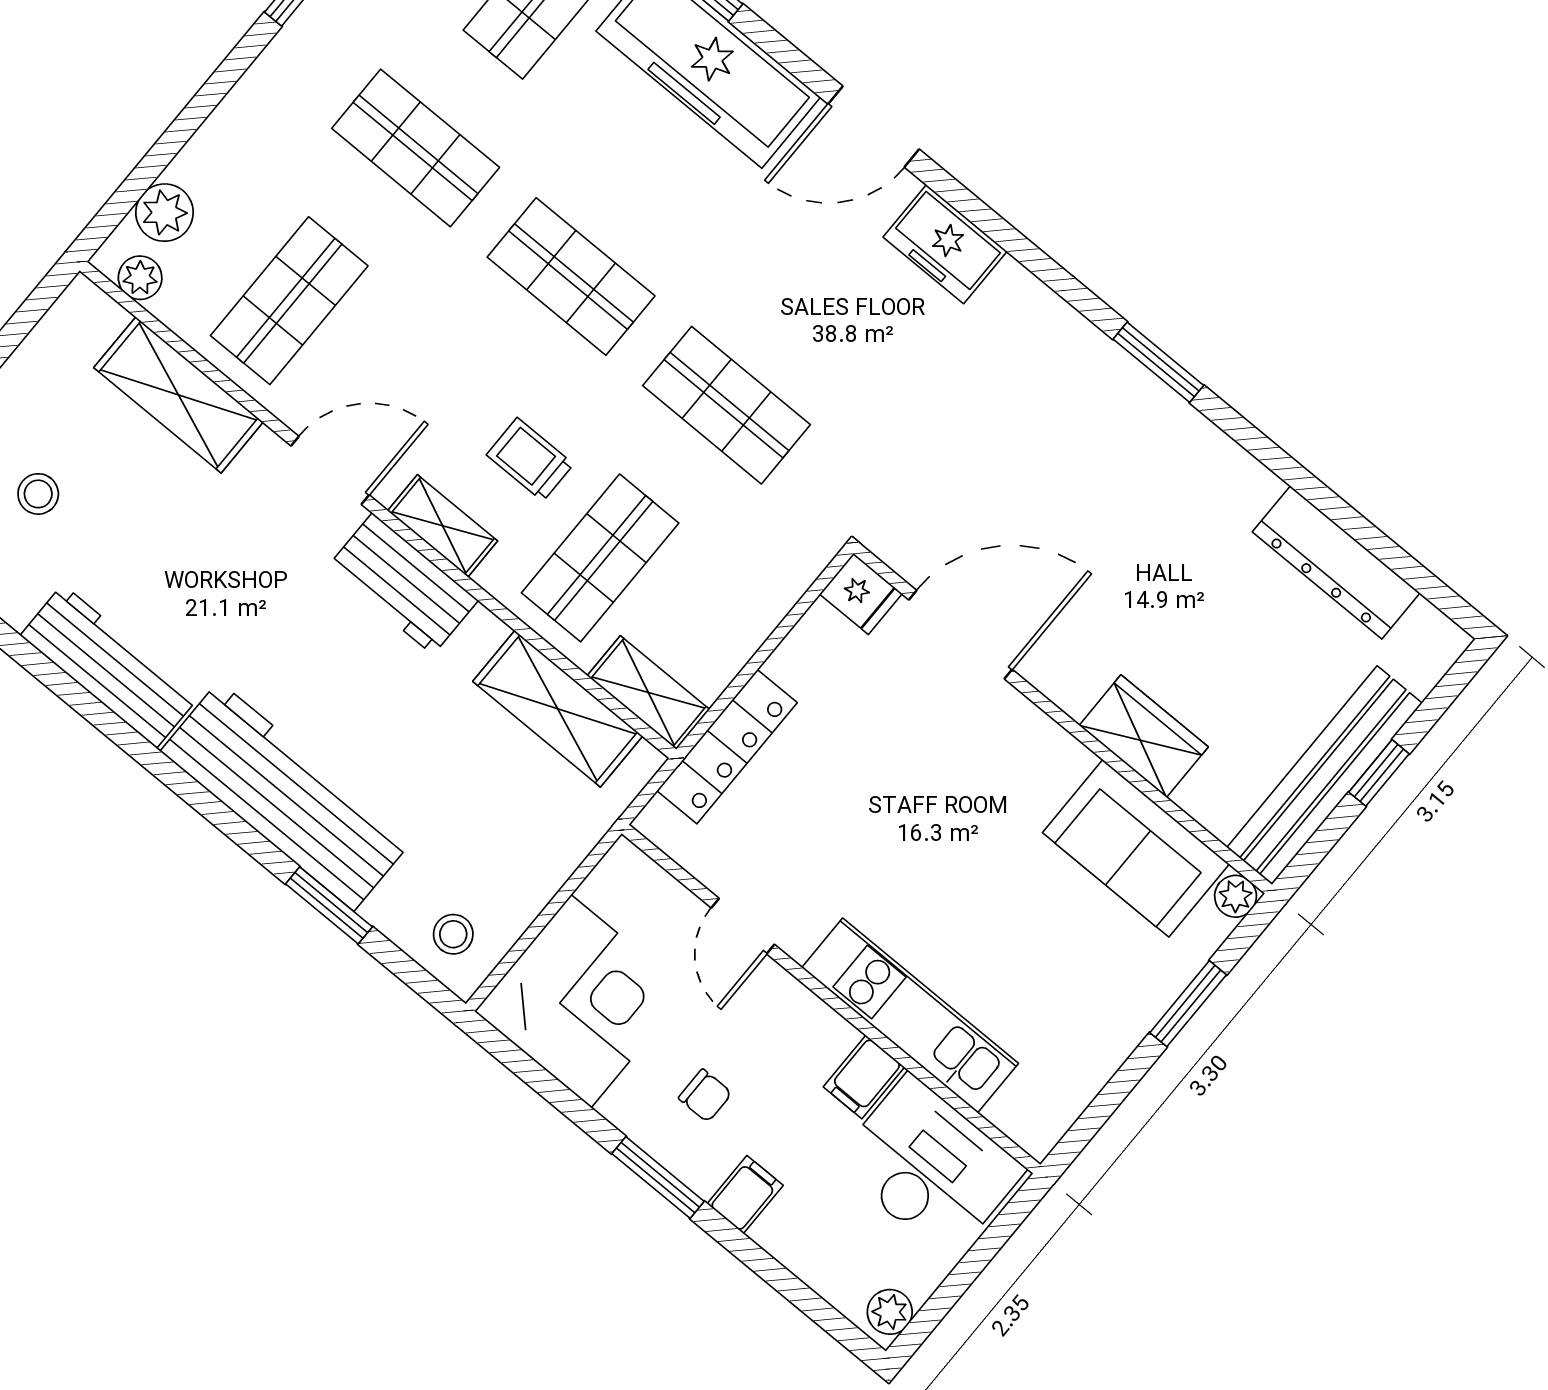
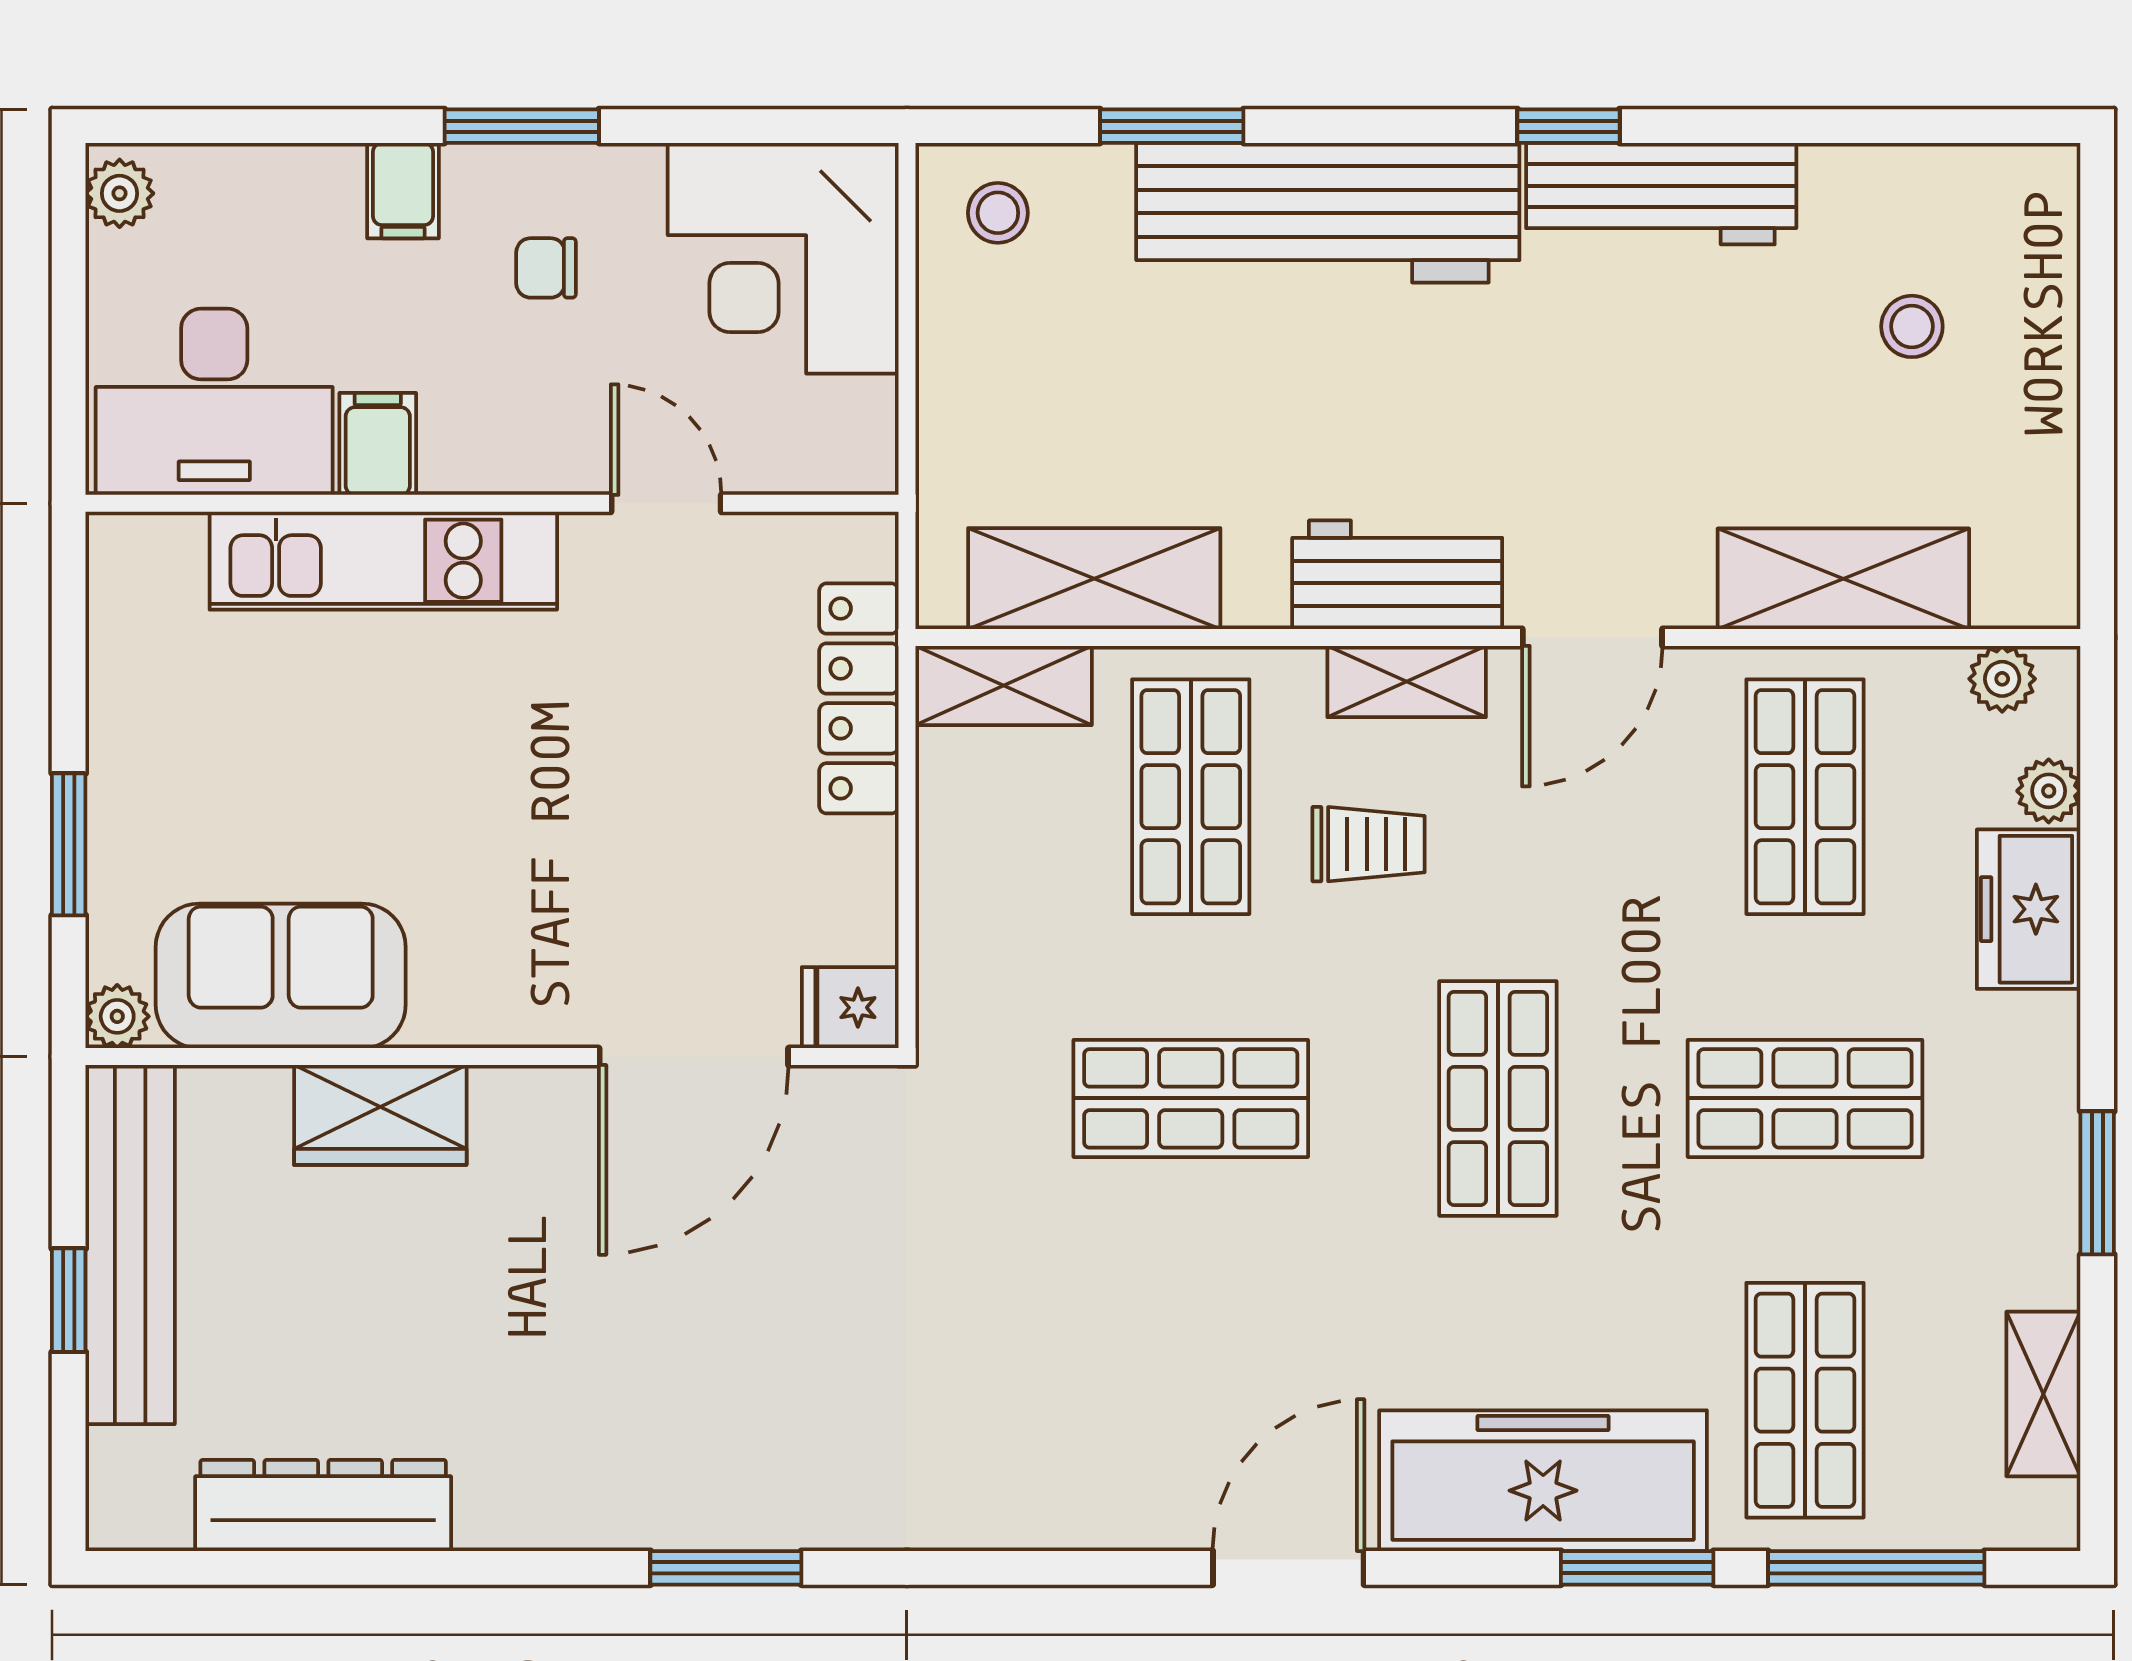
plant: (164, 213) -> (2049, 791), width x0.73, depth x0.73
freezer: (945, 244) -> (2029, 909), moved, turned -90
shop shelf: (571, 277) -> (1498, 1098), turned 90
window: (128, 739) -> (1568, 126), added

